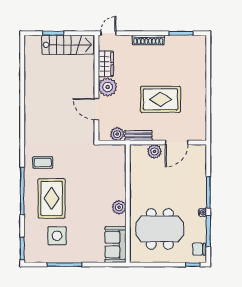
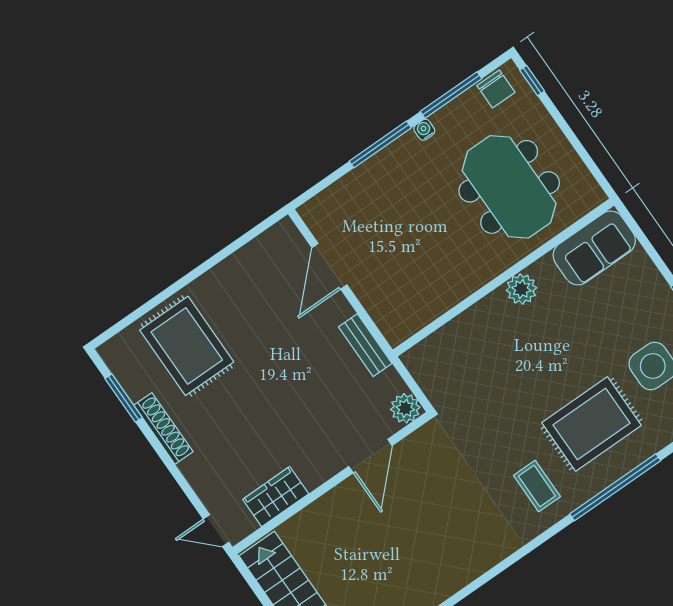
shoe rack: (148, 40) -> (163, 428), moved
plant: (108, 87) -> (316, 464), removed
rug: (160, 99) -> (187, 346), moved
plant: (117, 134) -> (405, 408), moved
door: (177, 143) -> (329, 266), swing flipped
plant: (154, 151) -> (374, 296), removed

